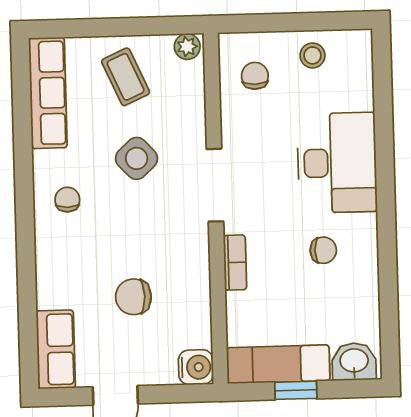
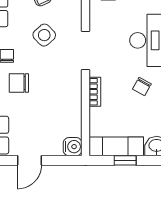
chair: (323, 250) -> (142, 87), turned 119
chair: (133, 297) -> (19, 83), moved

